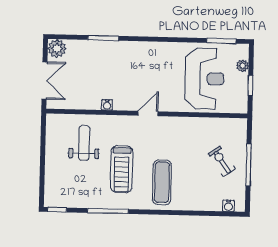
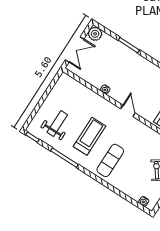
door: (148, 114) -> (128, 111), hinge flipped
weight bench: (84, 143) -> (57, 124), moved
treadmill: (122, 169) -> (89, 136), turned 180

